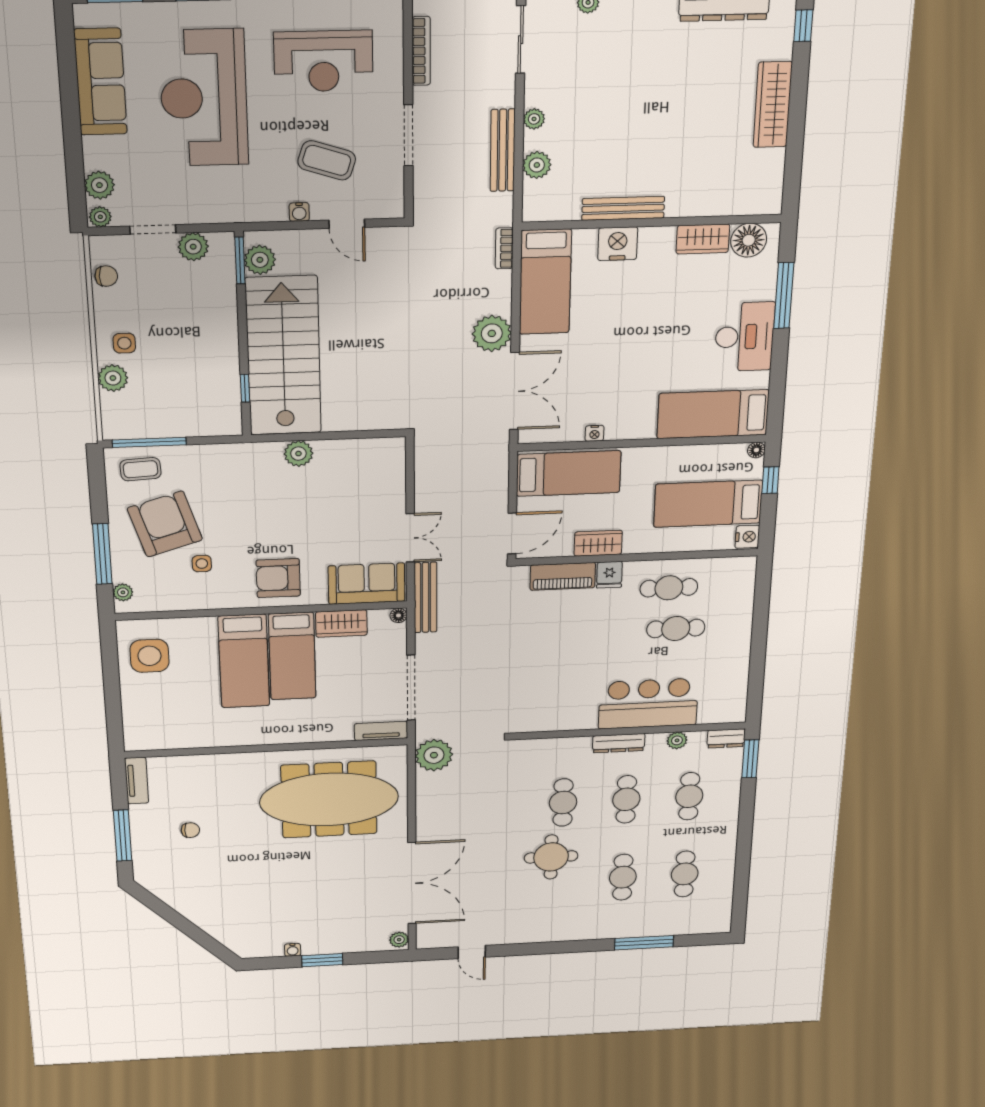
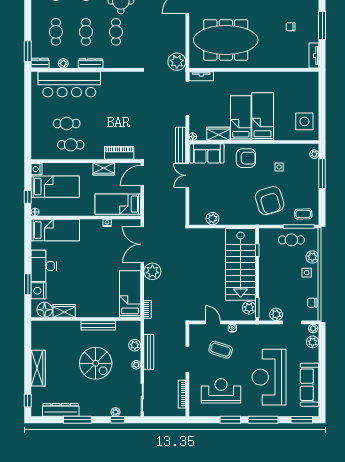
reception desk: (204, 98) -> (269, 377), turned 180
spiral stairs: (633, 120) -> (96, 363), added
nightstand: (618, 244) -> (39, 291), moved, turned 90
window: (784, 296) -> (28, 284), width x0.69
cafe table: (165, 413) -> (291, 240), added
plant: (298, 454) -> (213, 219), moved
armchair: (165, 524) -> (270, 201), moved
fridge: (609, 575) -> (98, 153), removed
bar counter: (648, 704) -> (69, 84), width x1.36

